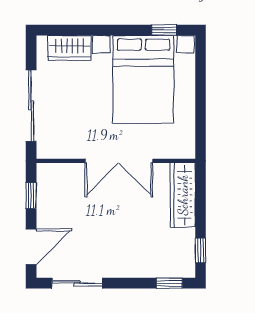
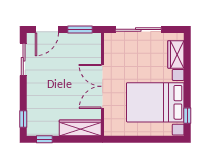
window: (31, 196) -> (80, 29), width x1.50
door: (31, 247) -> (47, 29), hinge flipped

